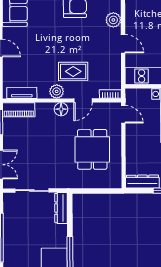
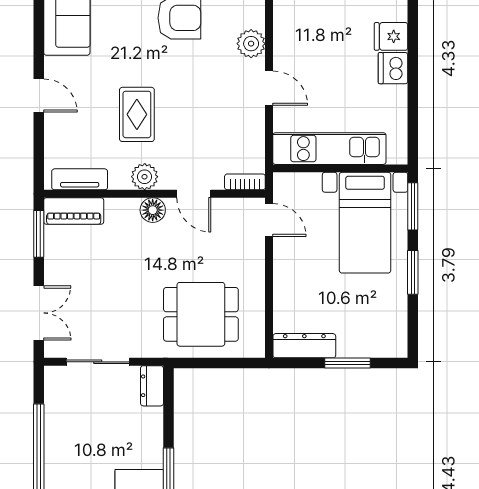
rug: (73, 71) -> (137, 114), moved, turned 90
door: (83, 100) -> (194, 194), hinge flipped
dining table: (92, 149) -> (201, 314), moved, turned 90
dresser: (61, 208) -> (152, 386), width x0.70

